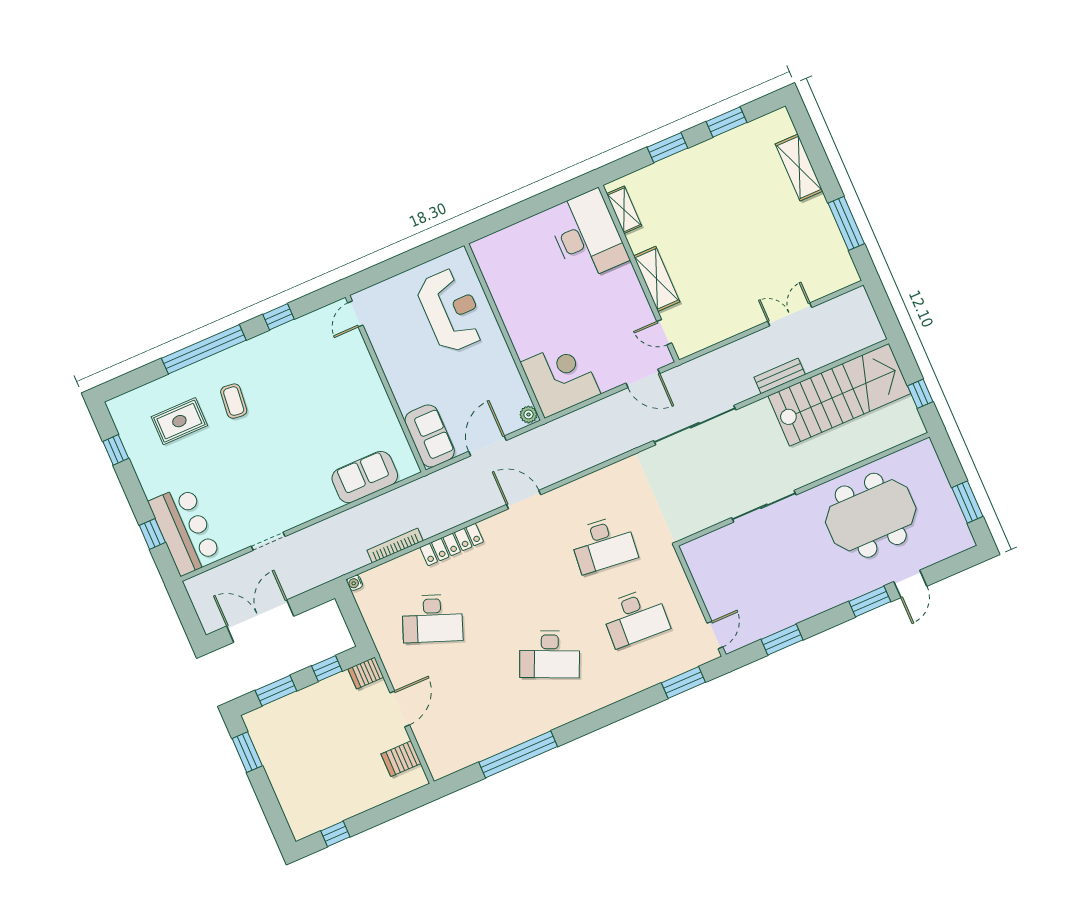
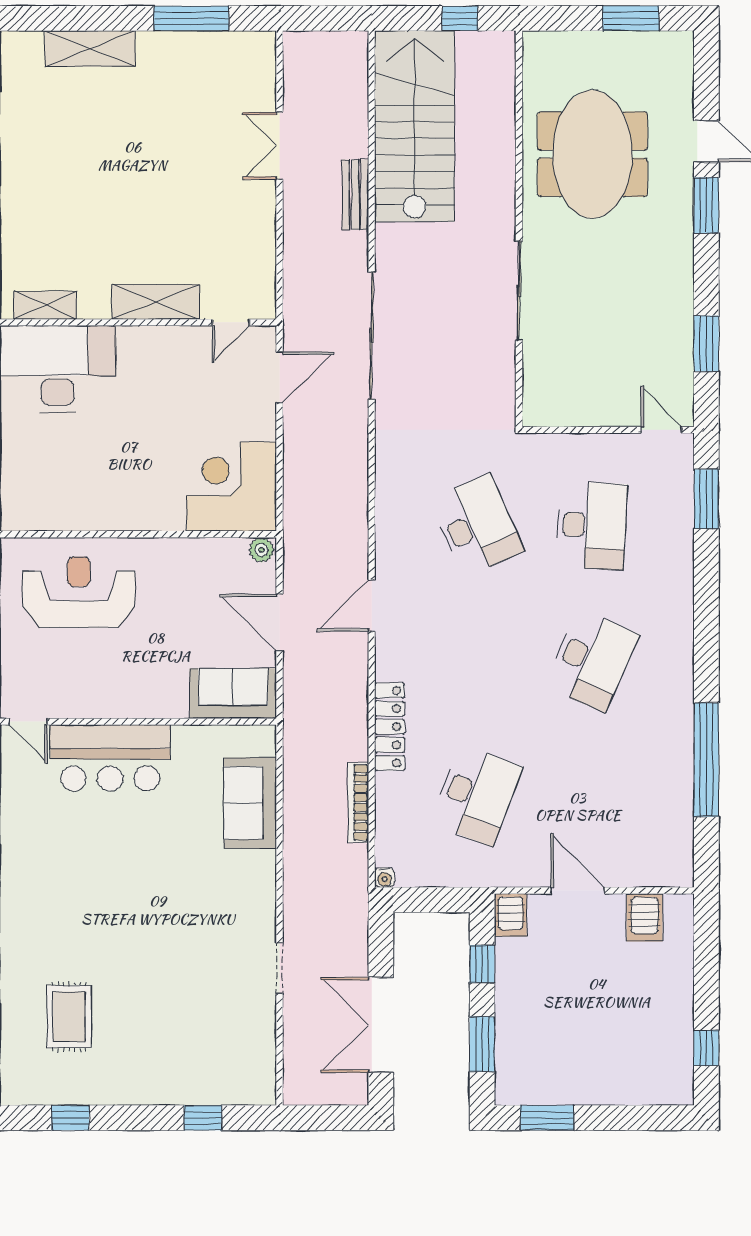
coffee table: (234, 401) -> (74, 933), removed
bar counter: (185, 530) -> (110, 758), moved, turned 180
desk: (603, 544) -> (477, 525), turned -30

